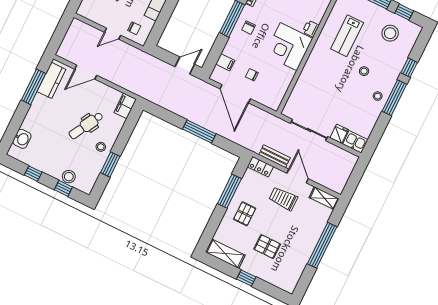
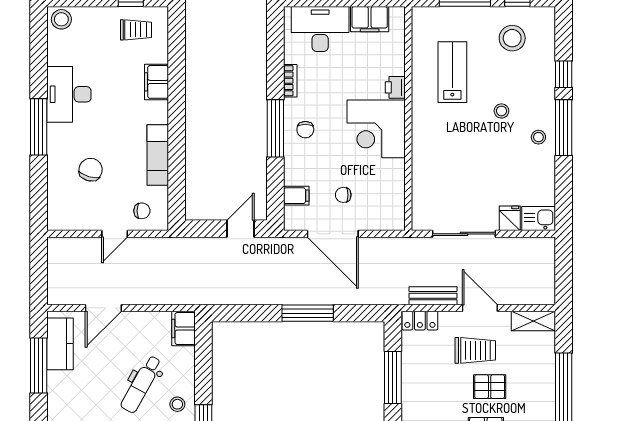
lab bench: (347, 36) -> (452, 72), turned 180
trolley: (283, 199) -> (475, 350), turned 180
pallet: (245, 214) -> (490, 387), moved, turned 90

